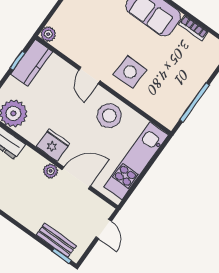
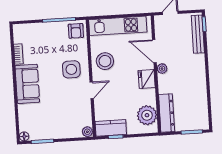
armchair: (168, 111) -> (76, 31), added
bench: (56, 240) -> (198, 34), width x1.36

